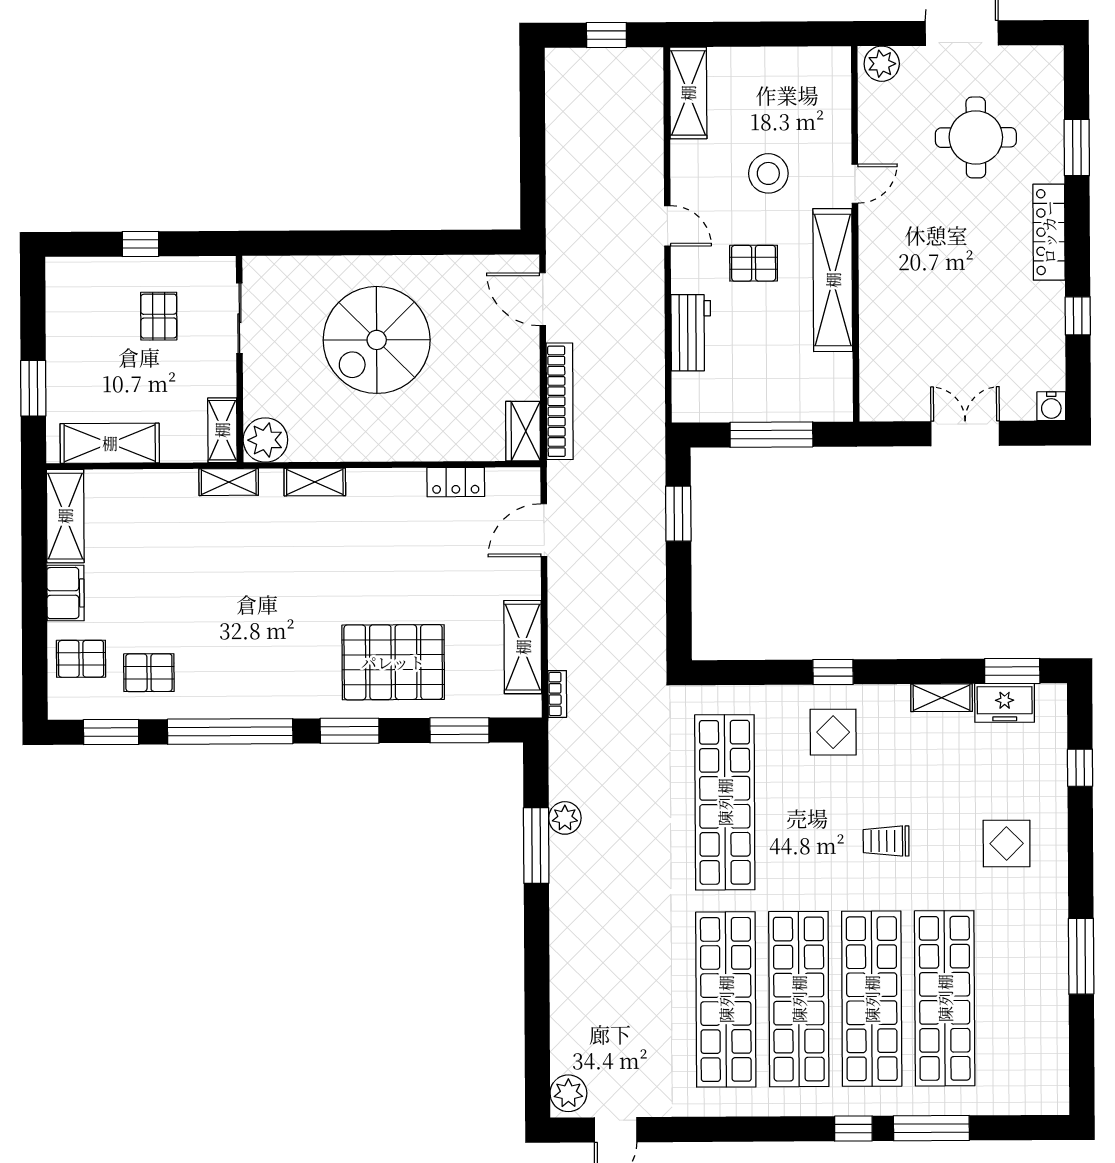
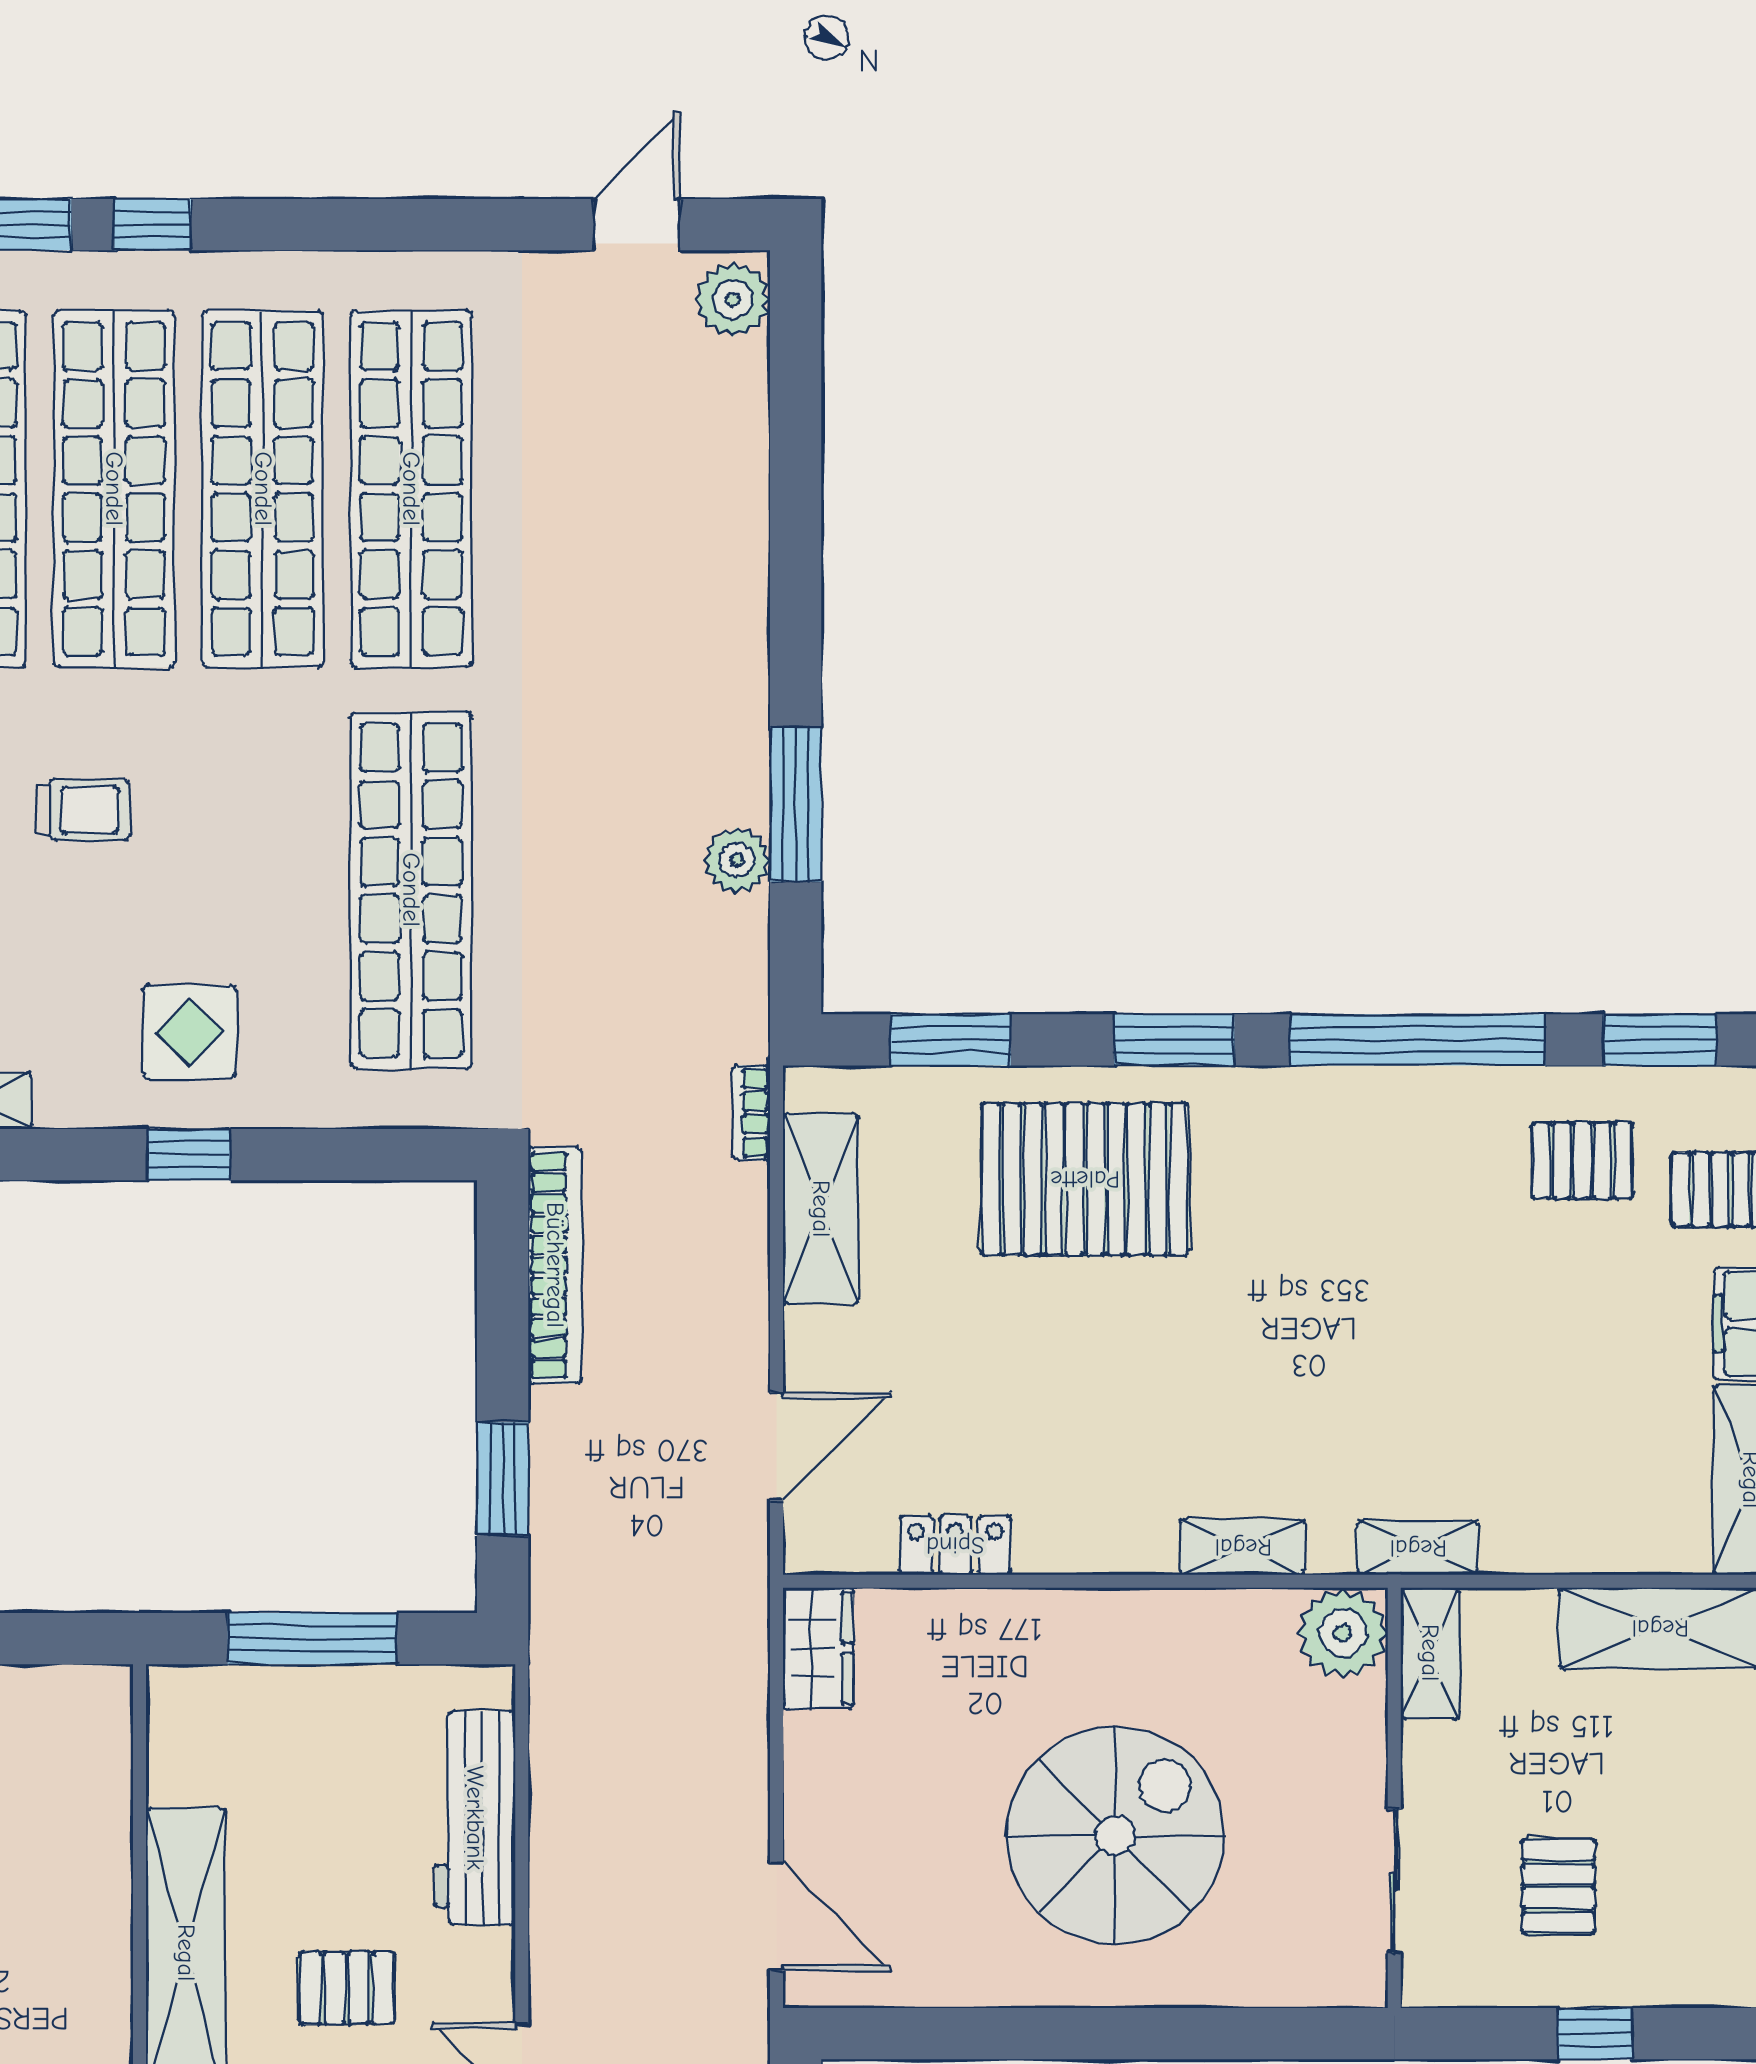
workbench: (691, 333) -> (475, 1818), width x1.38
bookcase: (560, 401) -> (555, 1265), moved, turned 180

